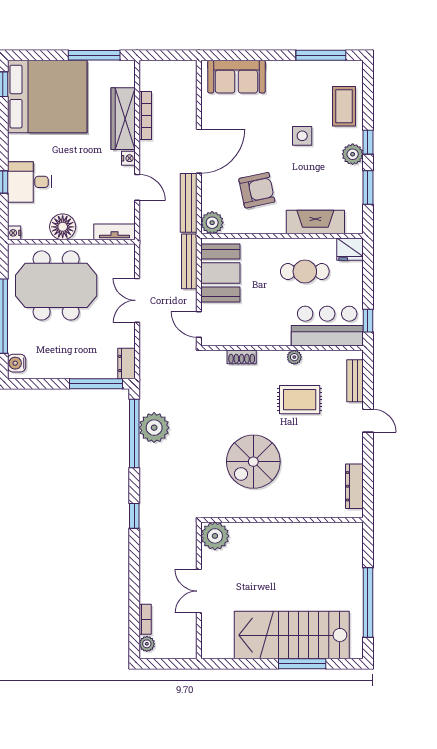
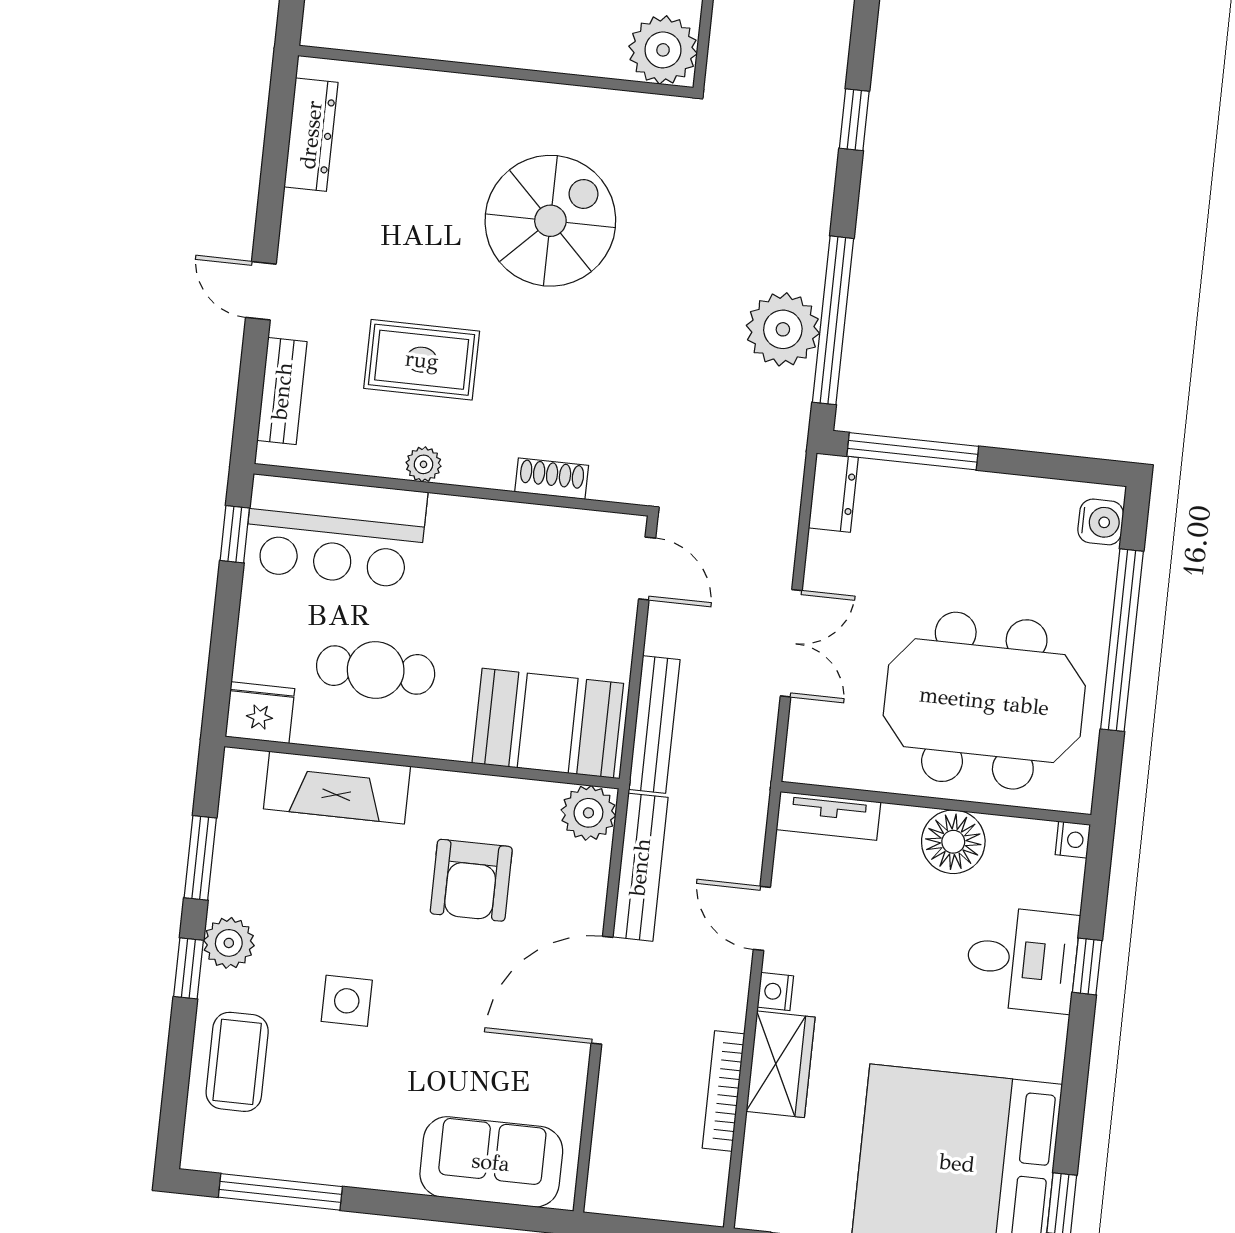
wardrobe: (123, 119) -> (780, 1064), width x0.67
armchair: (257, 190) -> (471, 880), turned -78
booth: (220, 273) -> (548, 723), moved, turned 90

